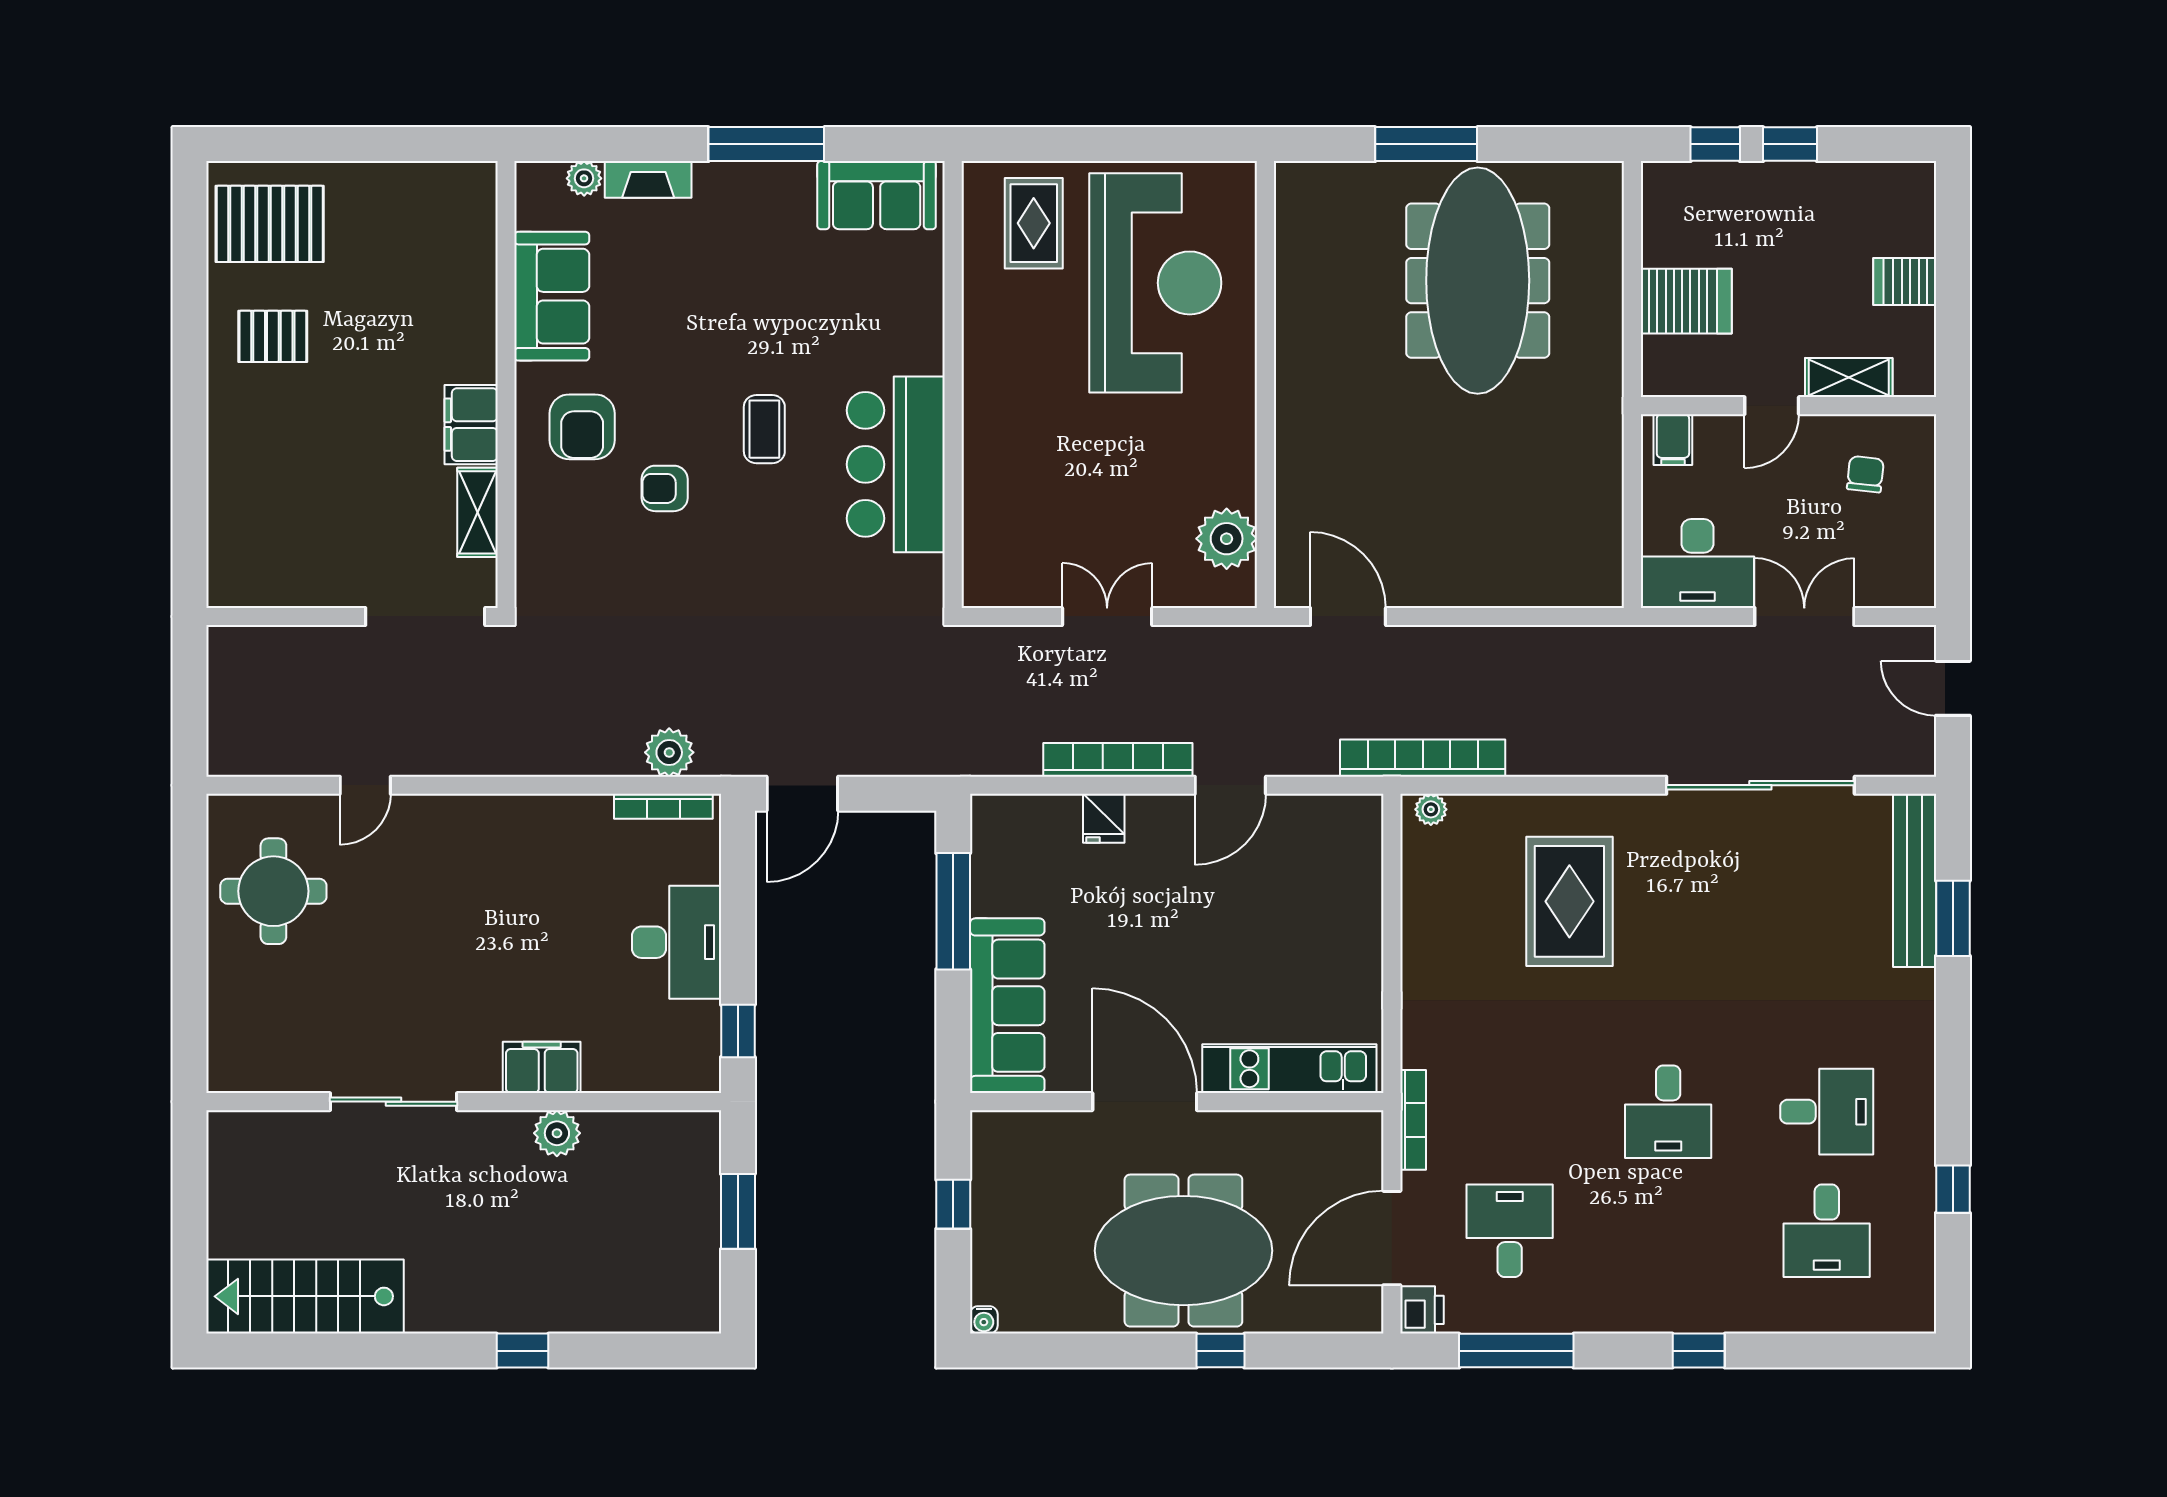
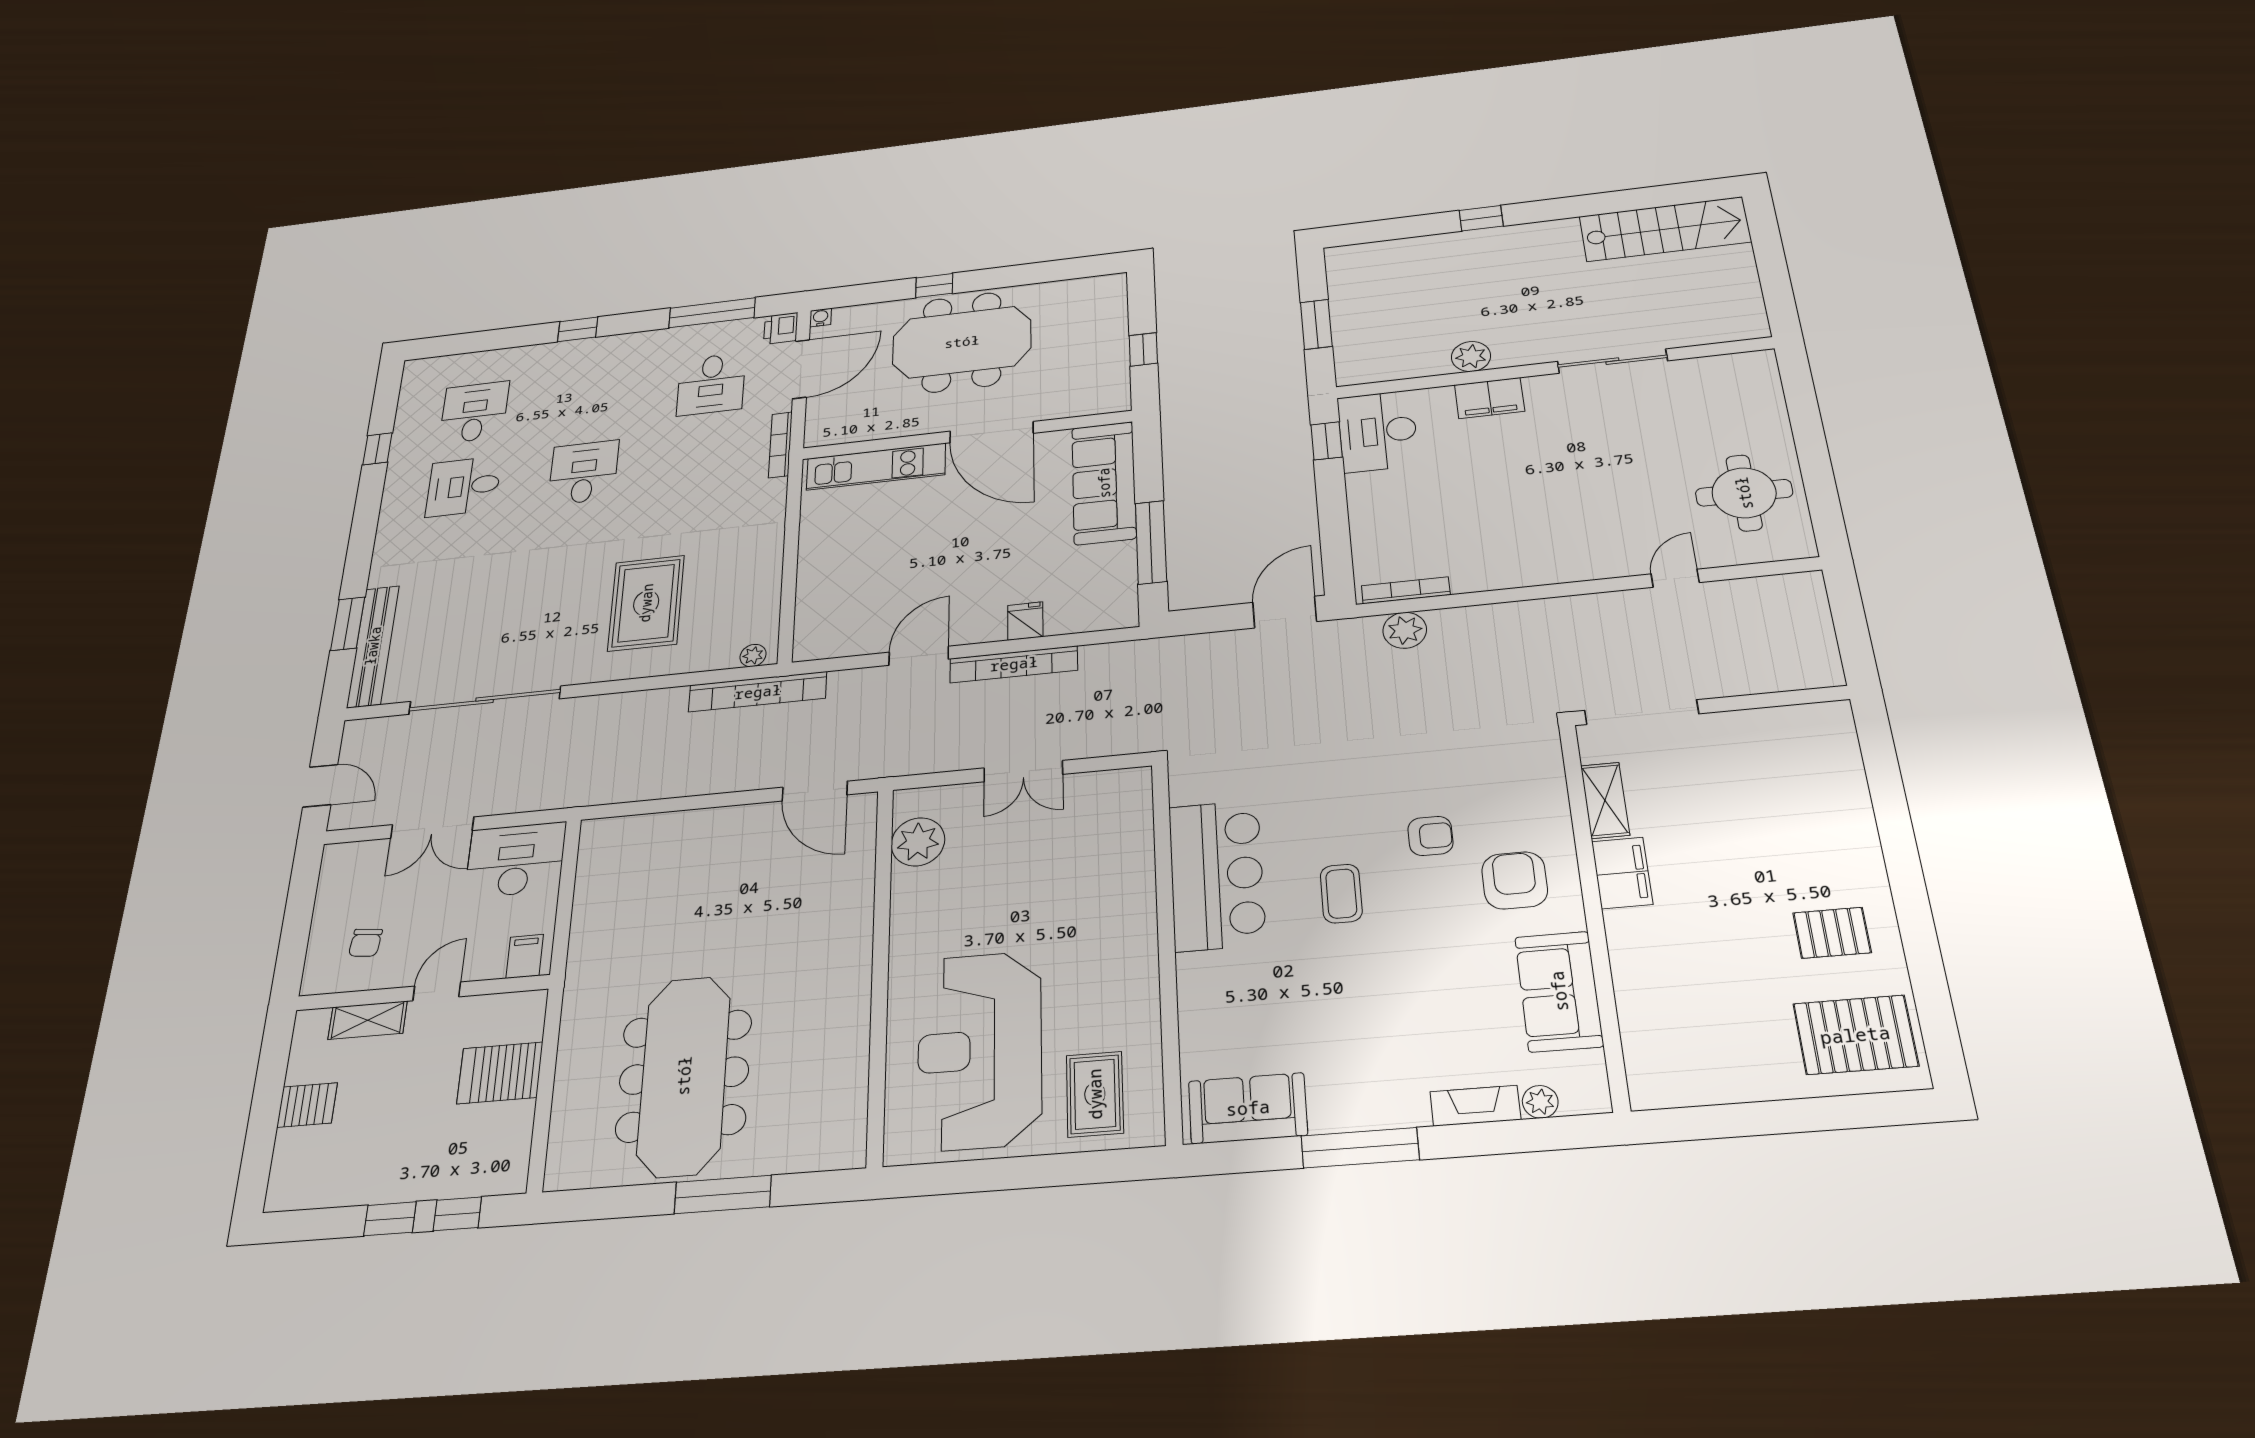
desk: (677, 942) -> (1378, 431), moved
water cooler: (984, 1320) -> (821, 318), moved

